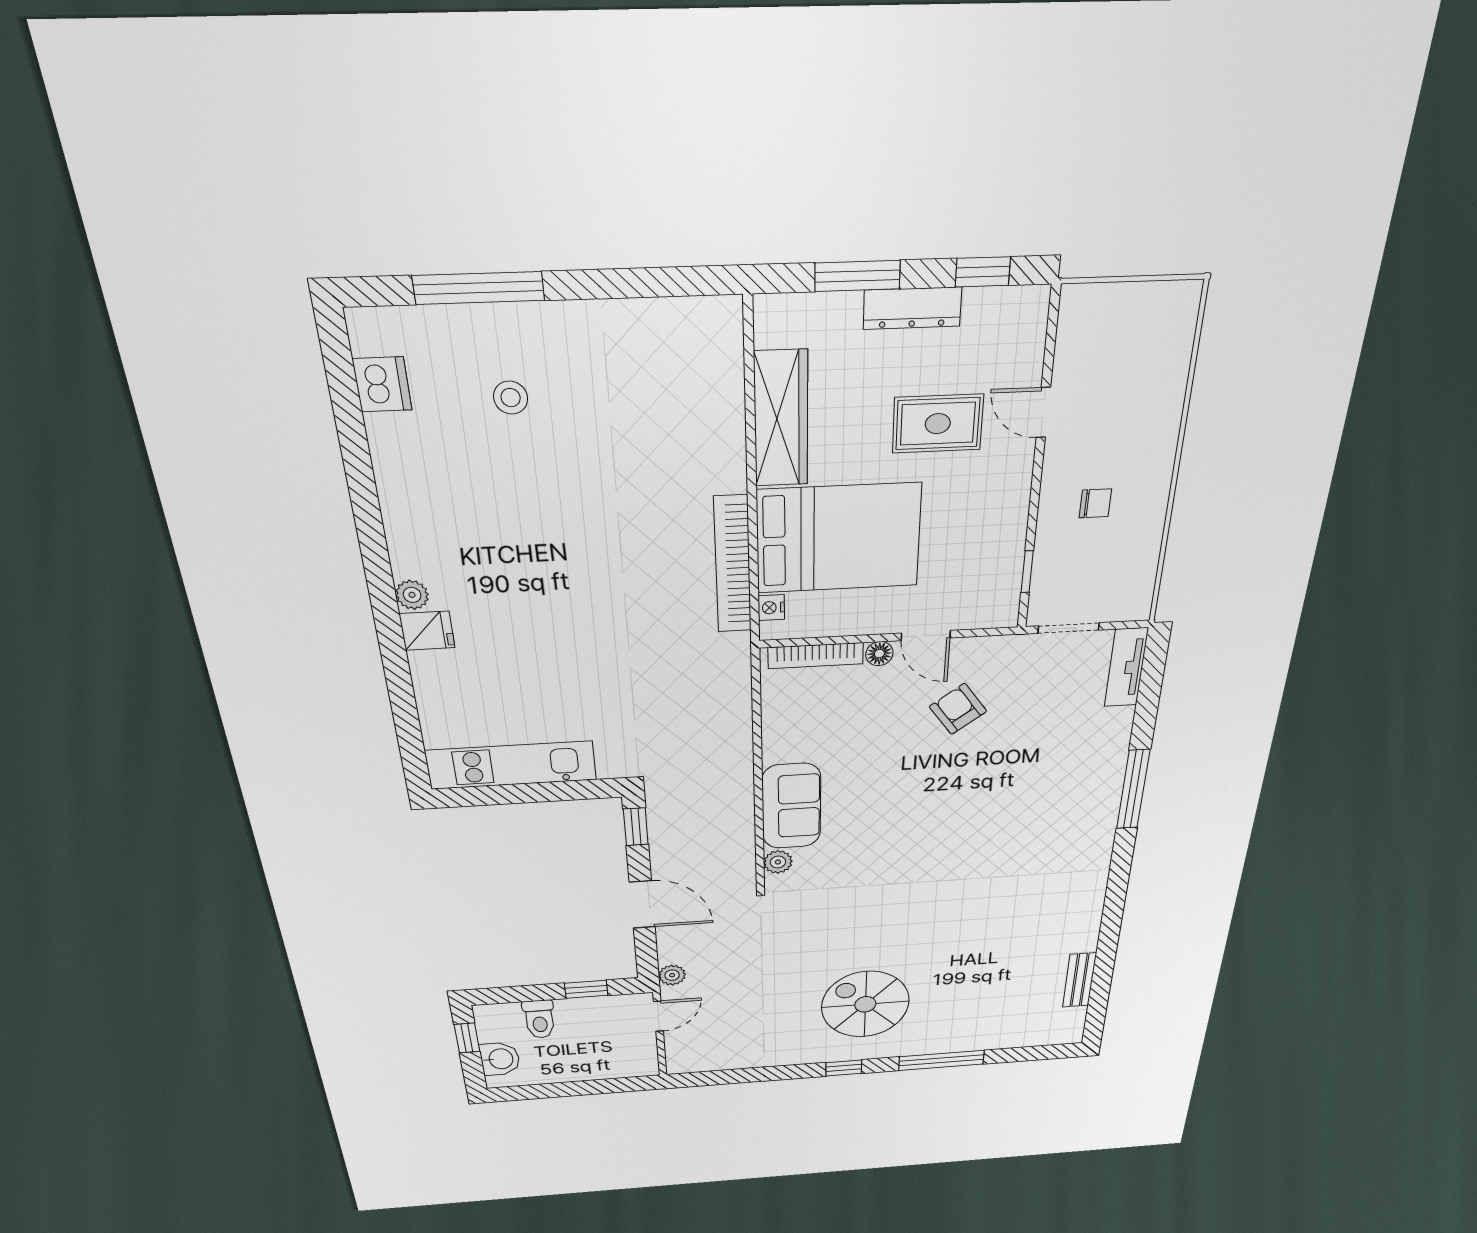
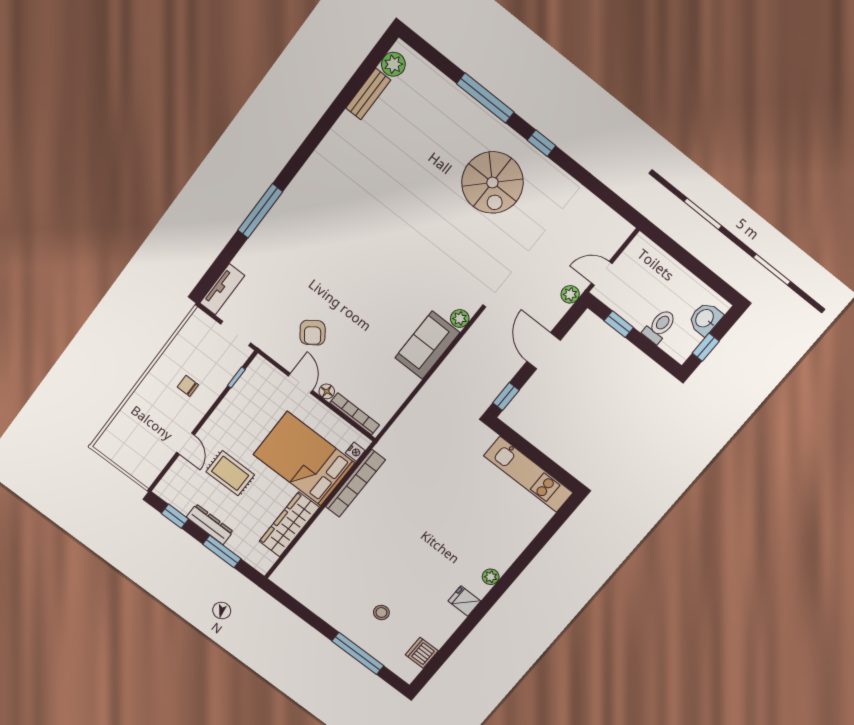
fridge: (427, 631) -> (464, 601), moved
plant: (1070, 1020) -> (393, 64), added

